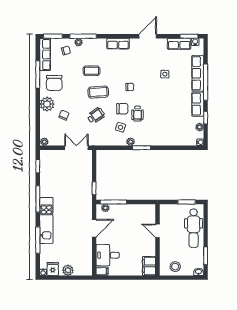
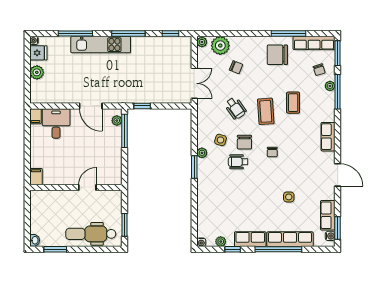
plant: (47, 104) -> (220, 46), moved
filing cabinet: (149, 266) -> (36, 177), width x0.50
stool: (175, 267) -> (41, 210), removed

